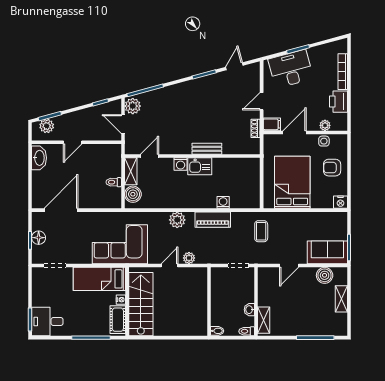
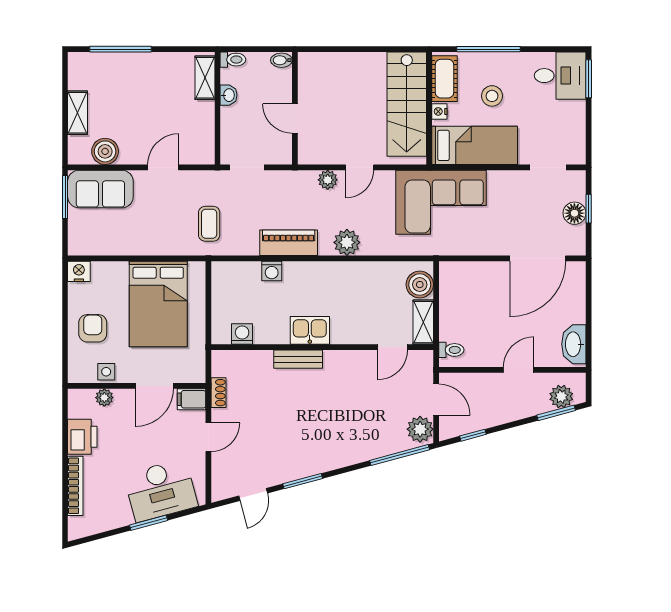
washing machine: (181, 164) -> (242, 334), moved
armchair: (332, 168) -> (93, 328), turned -90
toilet: (114, 182) -> (451, 350), moved
door: (209, 295) -> (295, 119), added
stool: (89, 309) -> (492, 96), added

